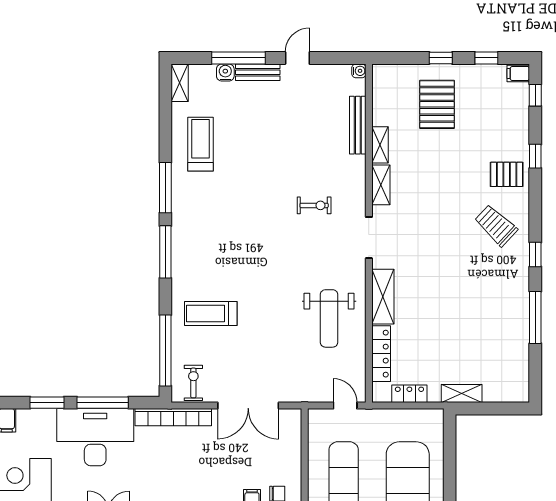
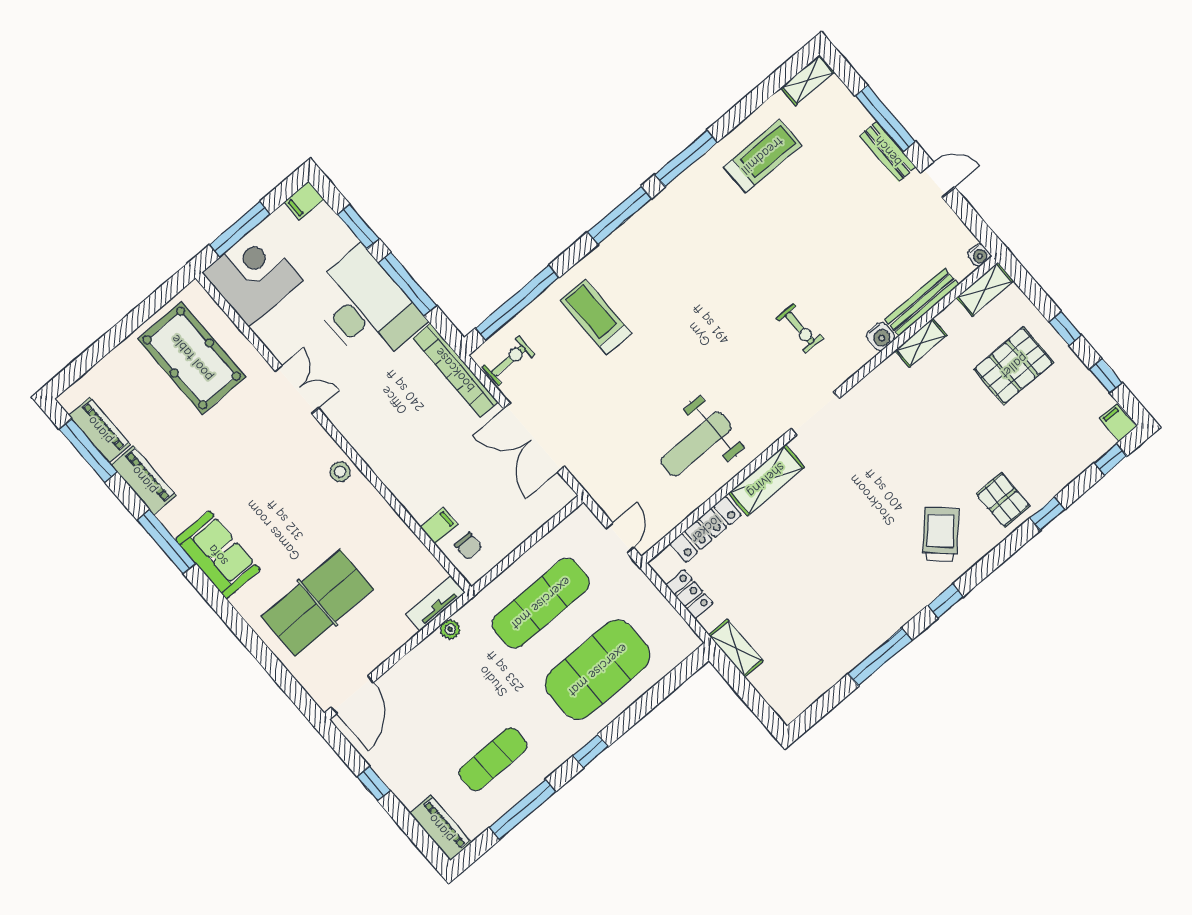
water cooler: (225, 73) -> (881, 336), moved, turned 90
shelving: (381, 185) -> (985, 289), moved

